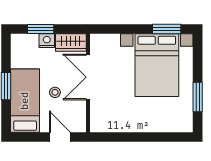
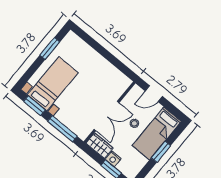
window: (121, 29) -> (62, 129), added
bed with nightstands: (157, 65) -> (53, 84), width x0.73
door: (60, 137) -> (154, 94), hinge flipped

